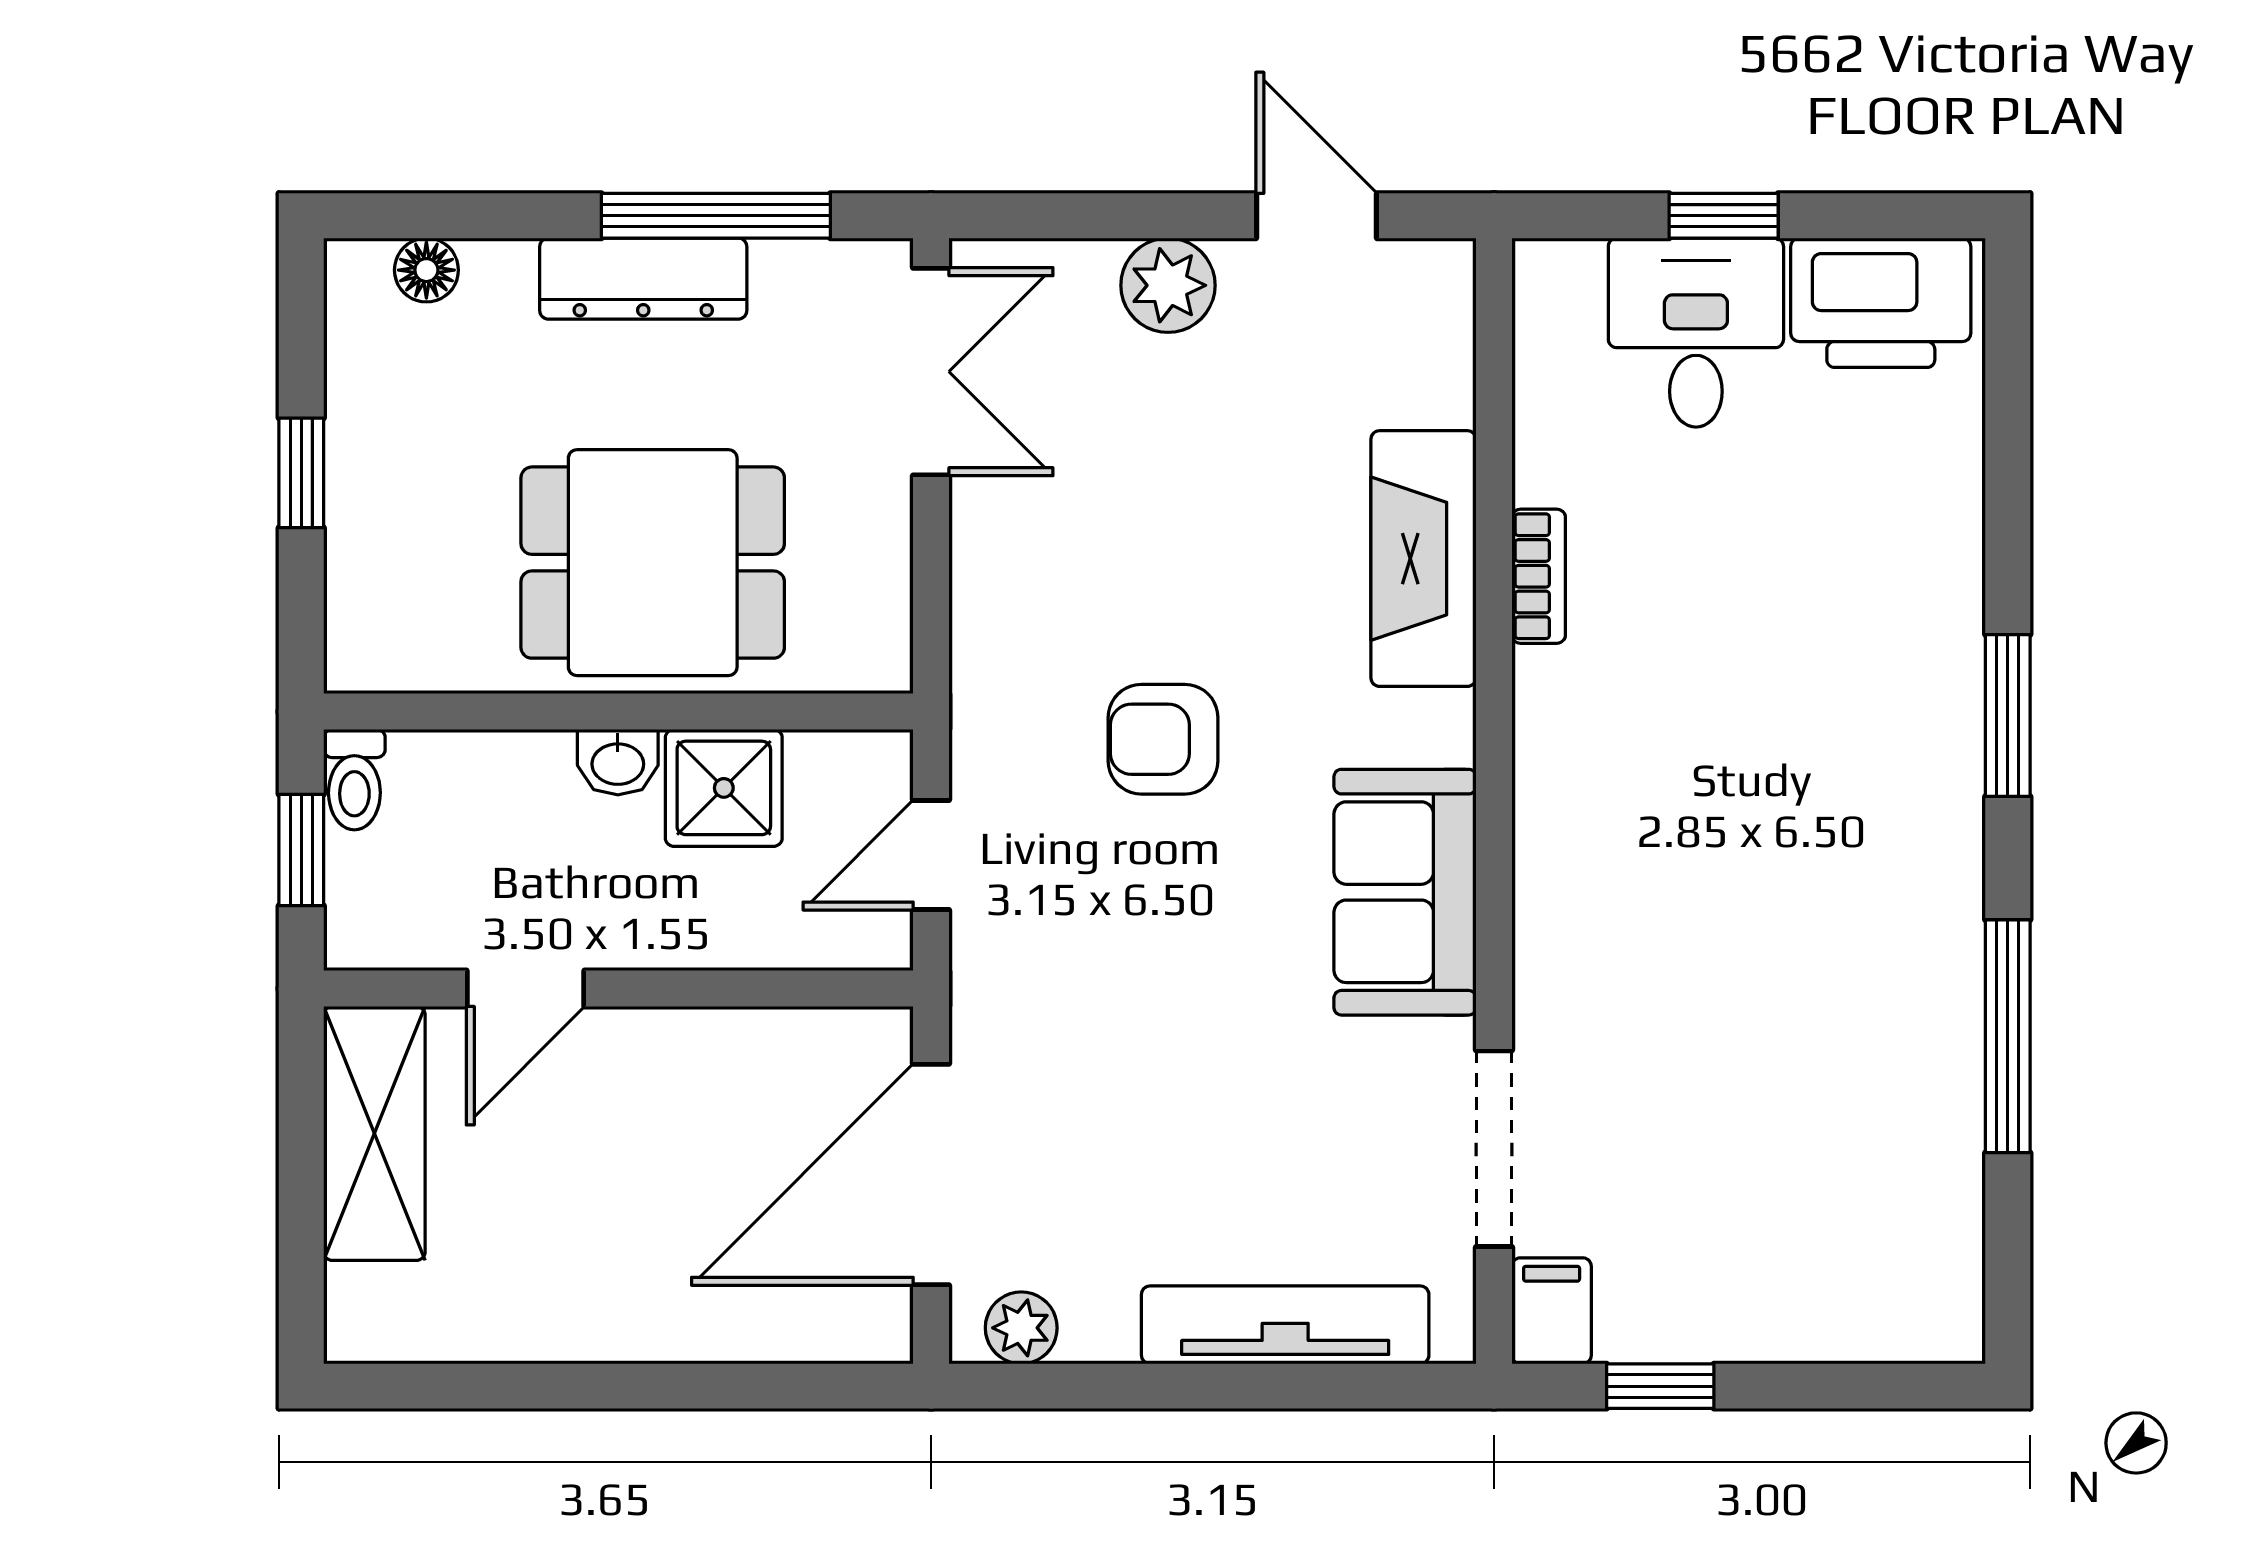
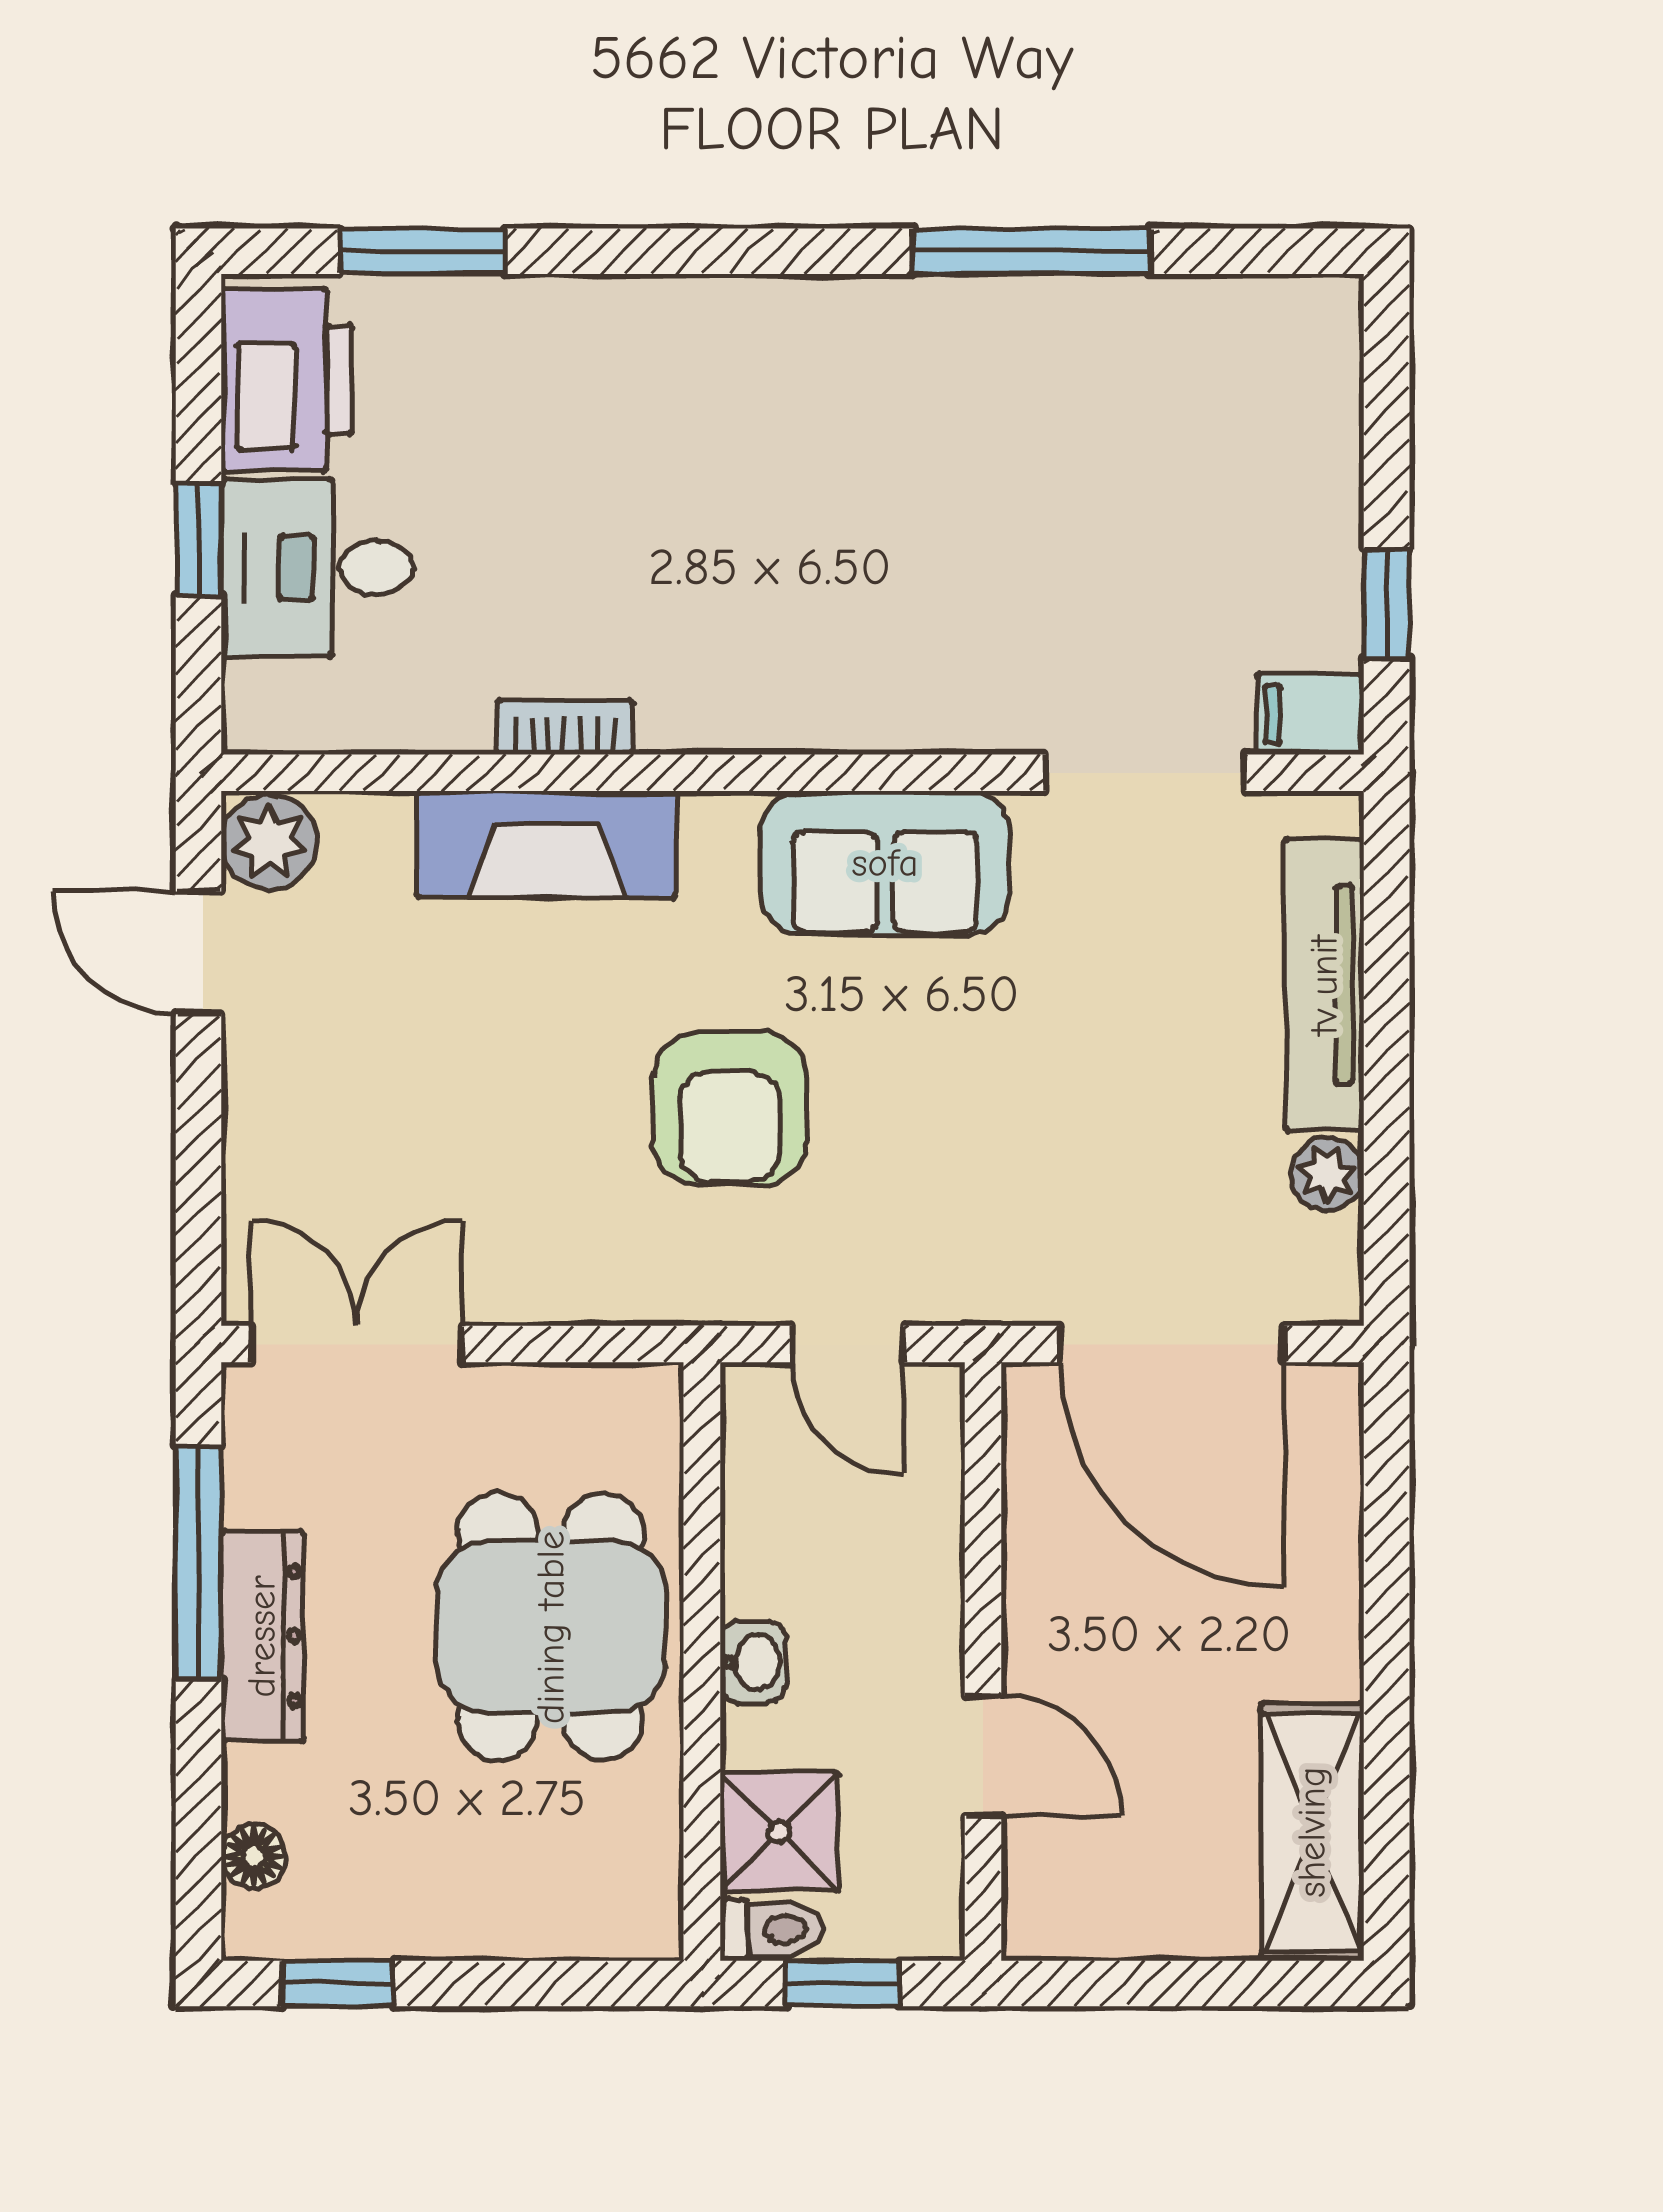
door: (1316, 216) -> (199, 953), hinge flipped
plant: (1168, 285) -> (269, 842), moved
window: (301, 473) -> (338, 1984), moved
window: (2008, 716) -> (423, 251), moved
armchair: (1163, 739) -> (730, 1109), width x1.38, depth x1.38
shower: (724, 788) -> (779, 1832), moved
shelving: (374, 1133) -> (1312, 1832), moved, turned 90
plant: (1021, 1328) -> (1328, 1174), moved

